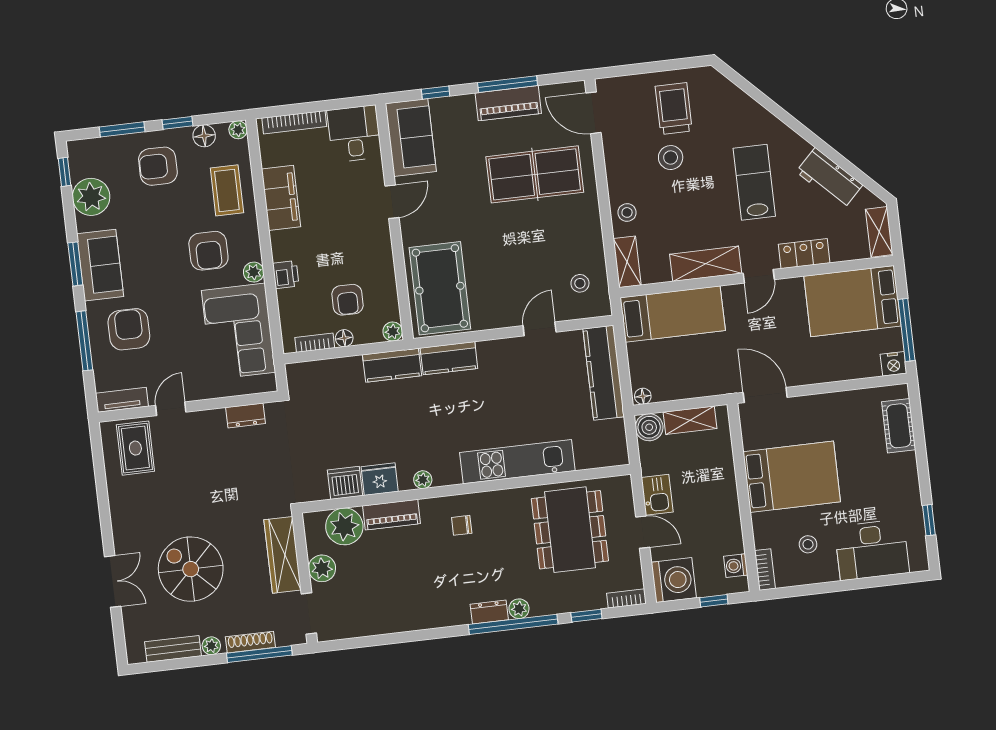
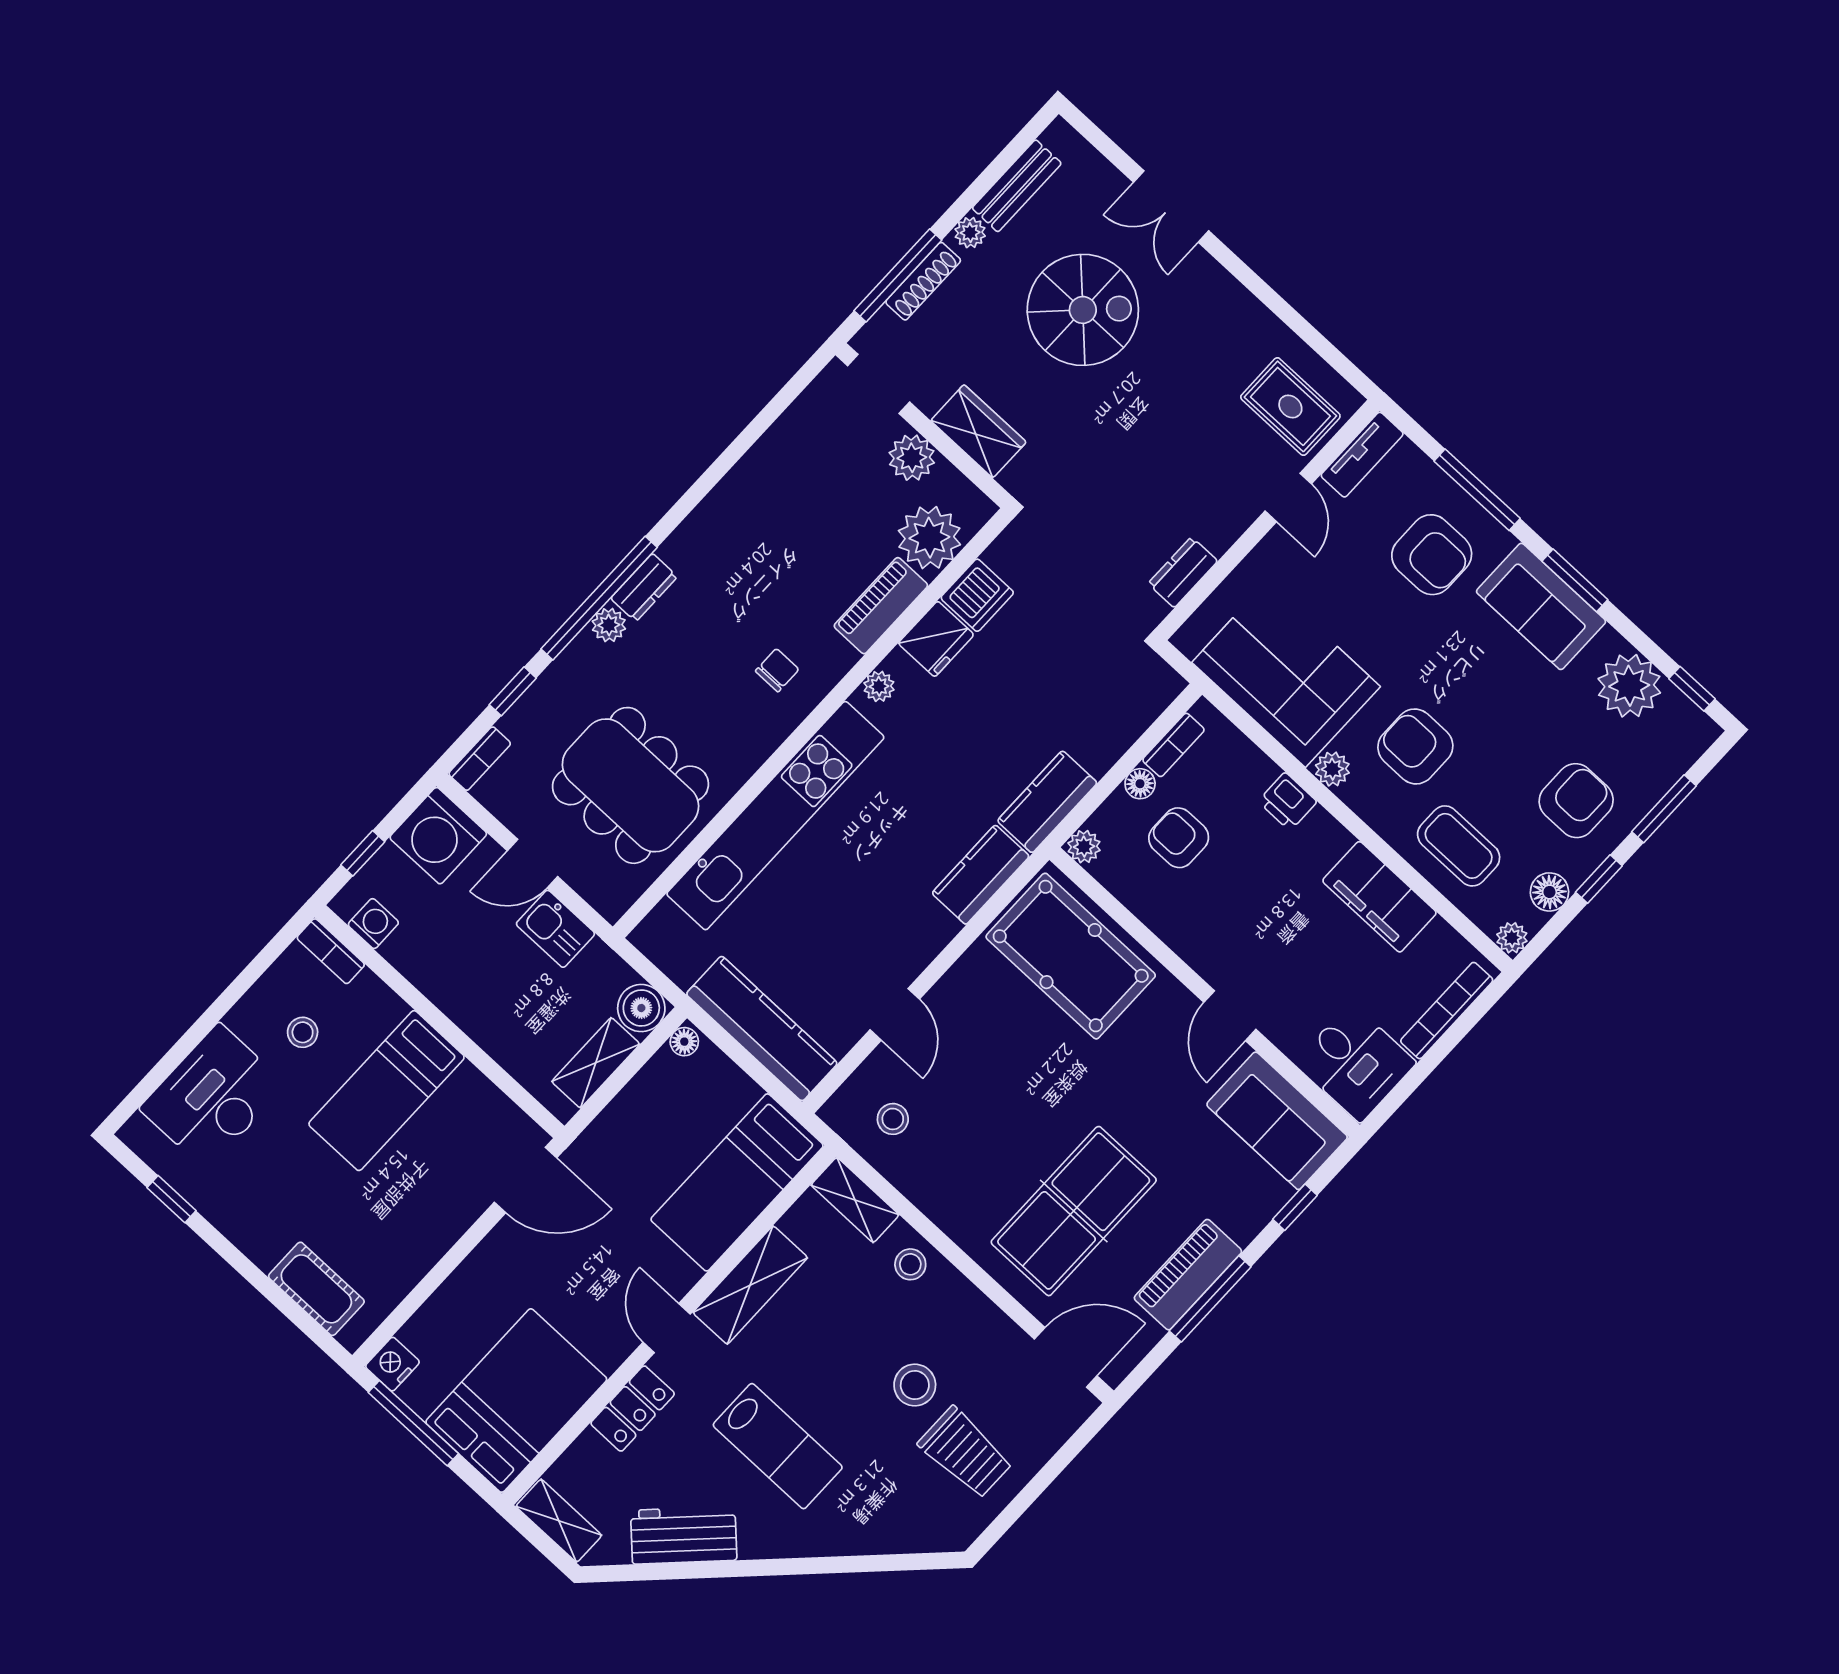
kitchen unit: (517, 462) -> (775, 816), width x1.36
bed: (792, 477) -> (387, 1091), width x0.67
wardrobe: (283, 555) -> (978, 431), width x0.67

